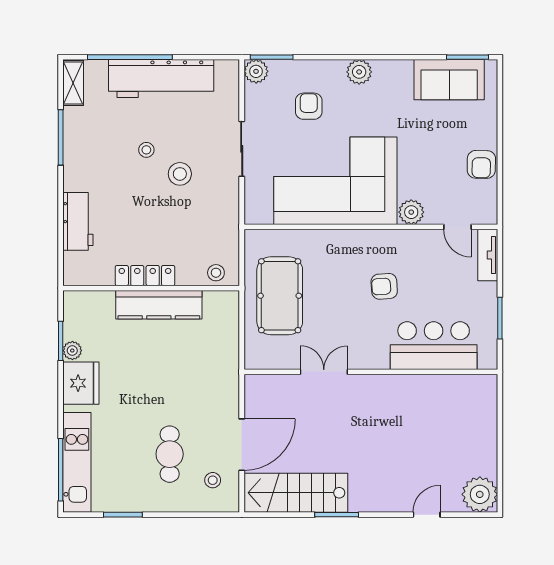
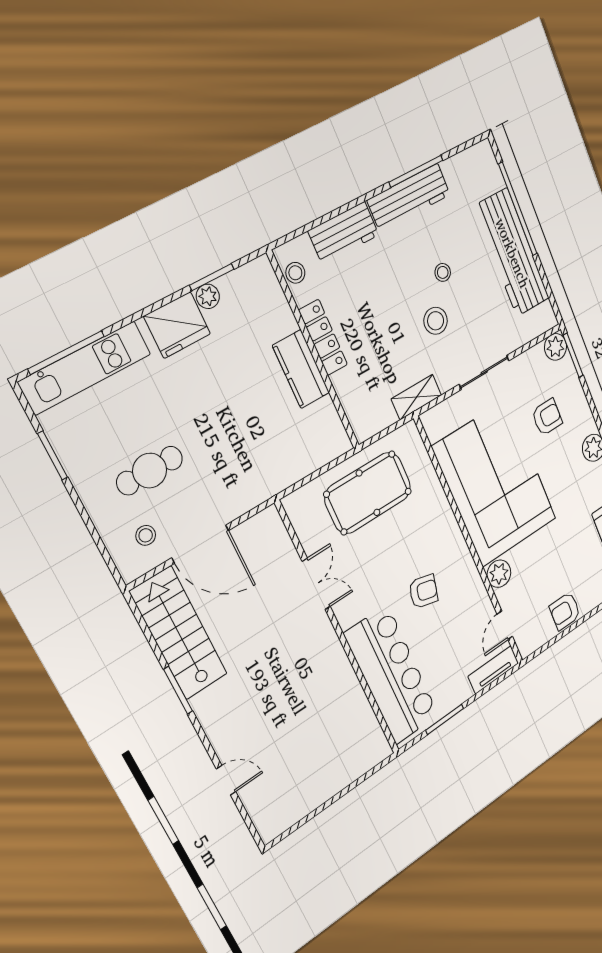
shelving: (73, 83) -> (416, 397), moved
workbench: (77, 153) -> (409, 197), added
stool: (216, 273) -> (295, 273), moved
armchair: (384, 286) -> (423, 591), turned 108
kitchen counter: (159, 305) -> (301, 369), width x0.67
bar counter: (434, 346) -> (392, 675), width x1.36
plant: (480, 494) -> (273, 817), removed

